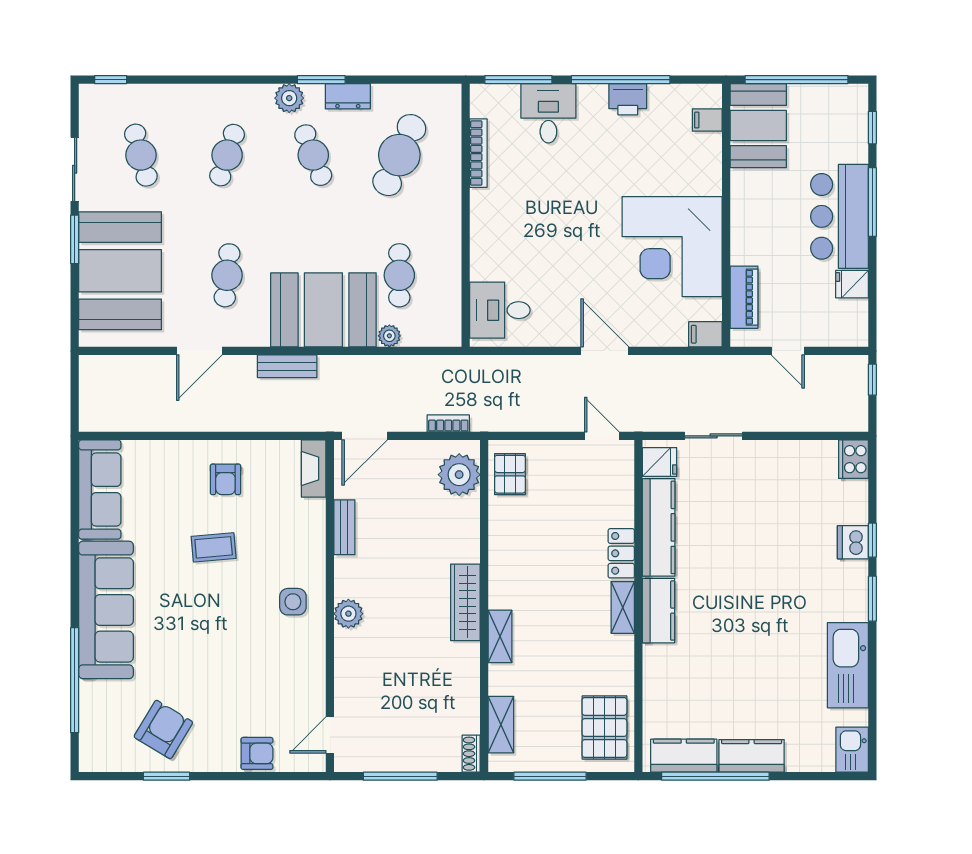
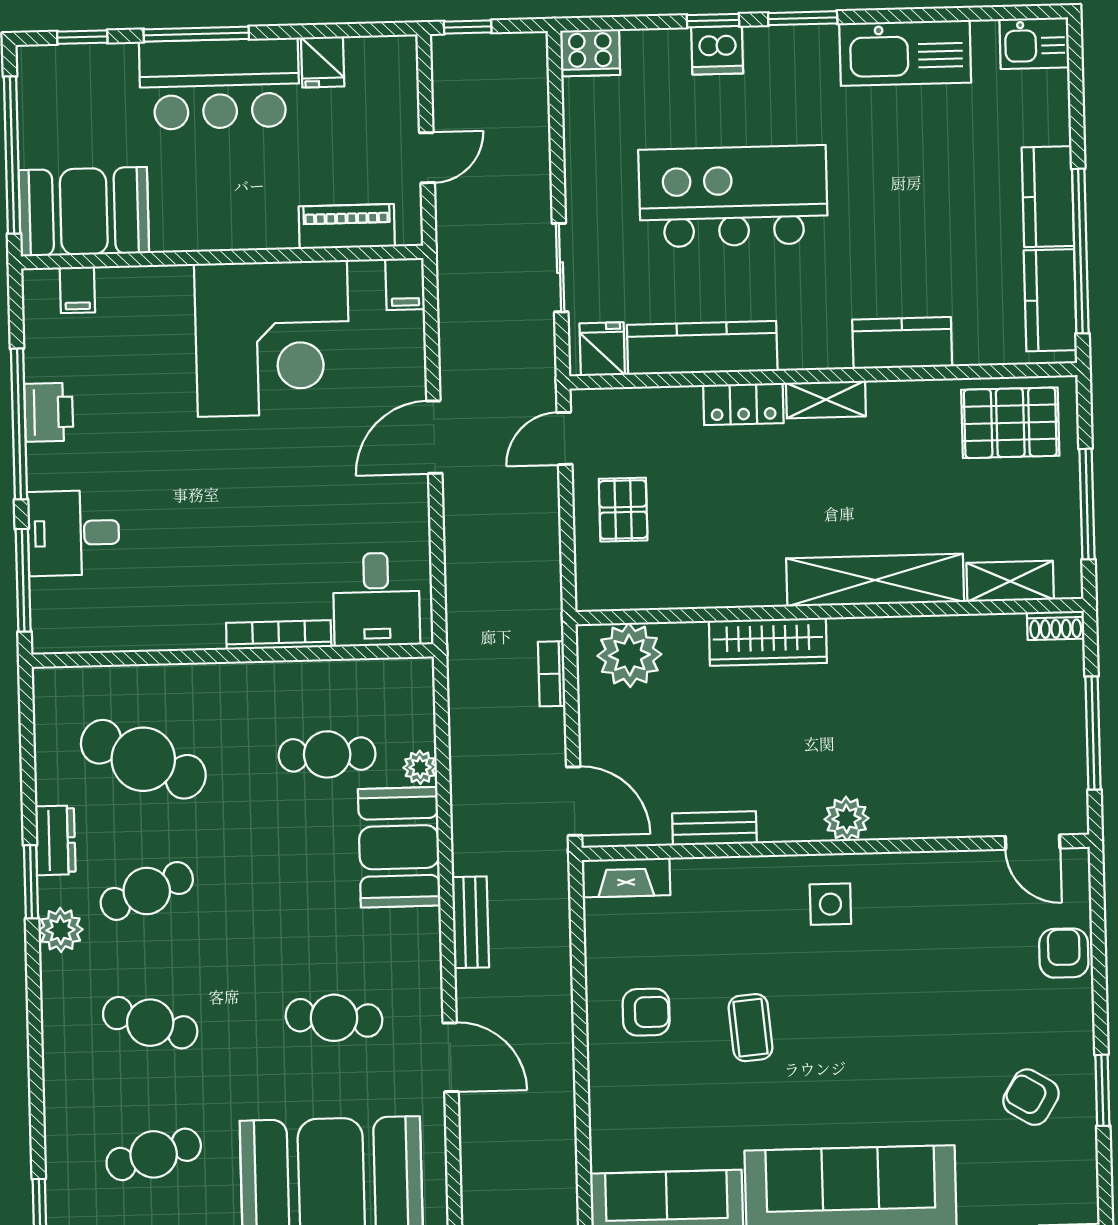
bookcase: (478, 153) -> (279, 635), moved
booth: (323, 310) -> (399, 847), width x0.73, depth x0.70
pallet: (510, 474) -> (623, 510), moved, turned 90
kitchen island: (757, 550) -> (733, 196), added
wardrobe: (465, 602) -> (768, 642), moved
kitchen counter: (658, 611) -> (902, 343), moved
shelving: (500, 636) -> (875, 580), width x2.20, depth x1.33
armchair: (163, 729) -> (1031, 1097), width x0.72, depth x0.72

